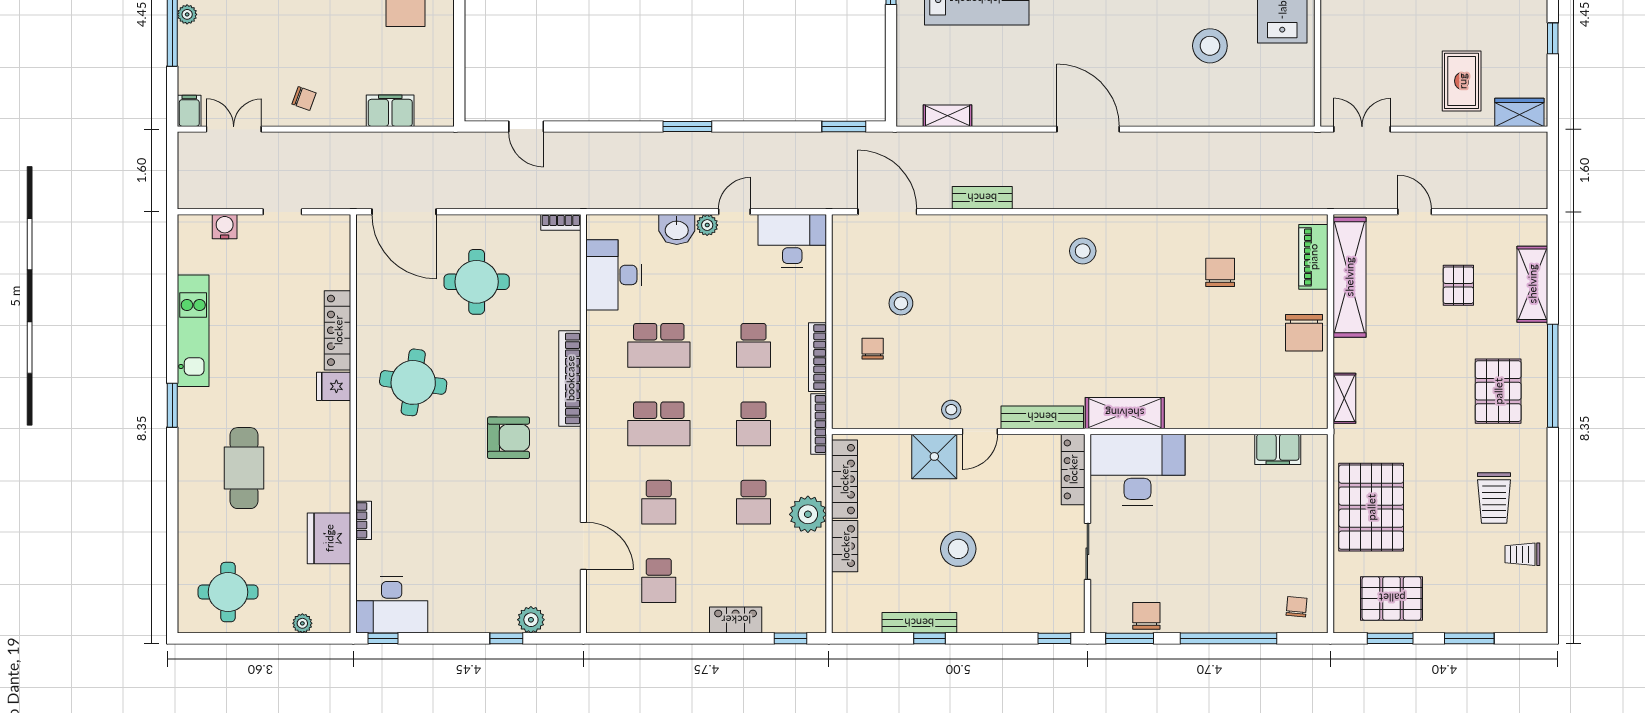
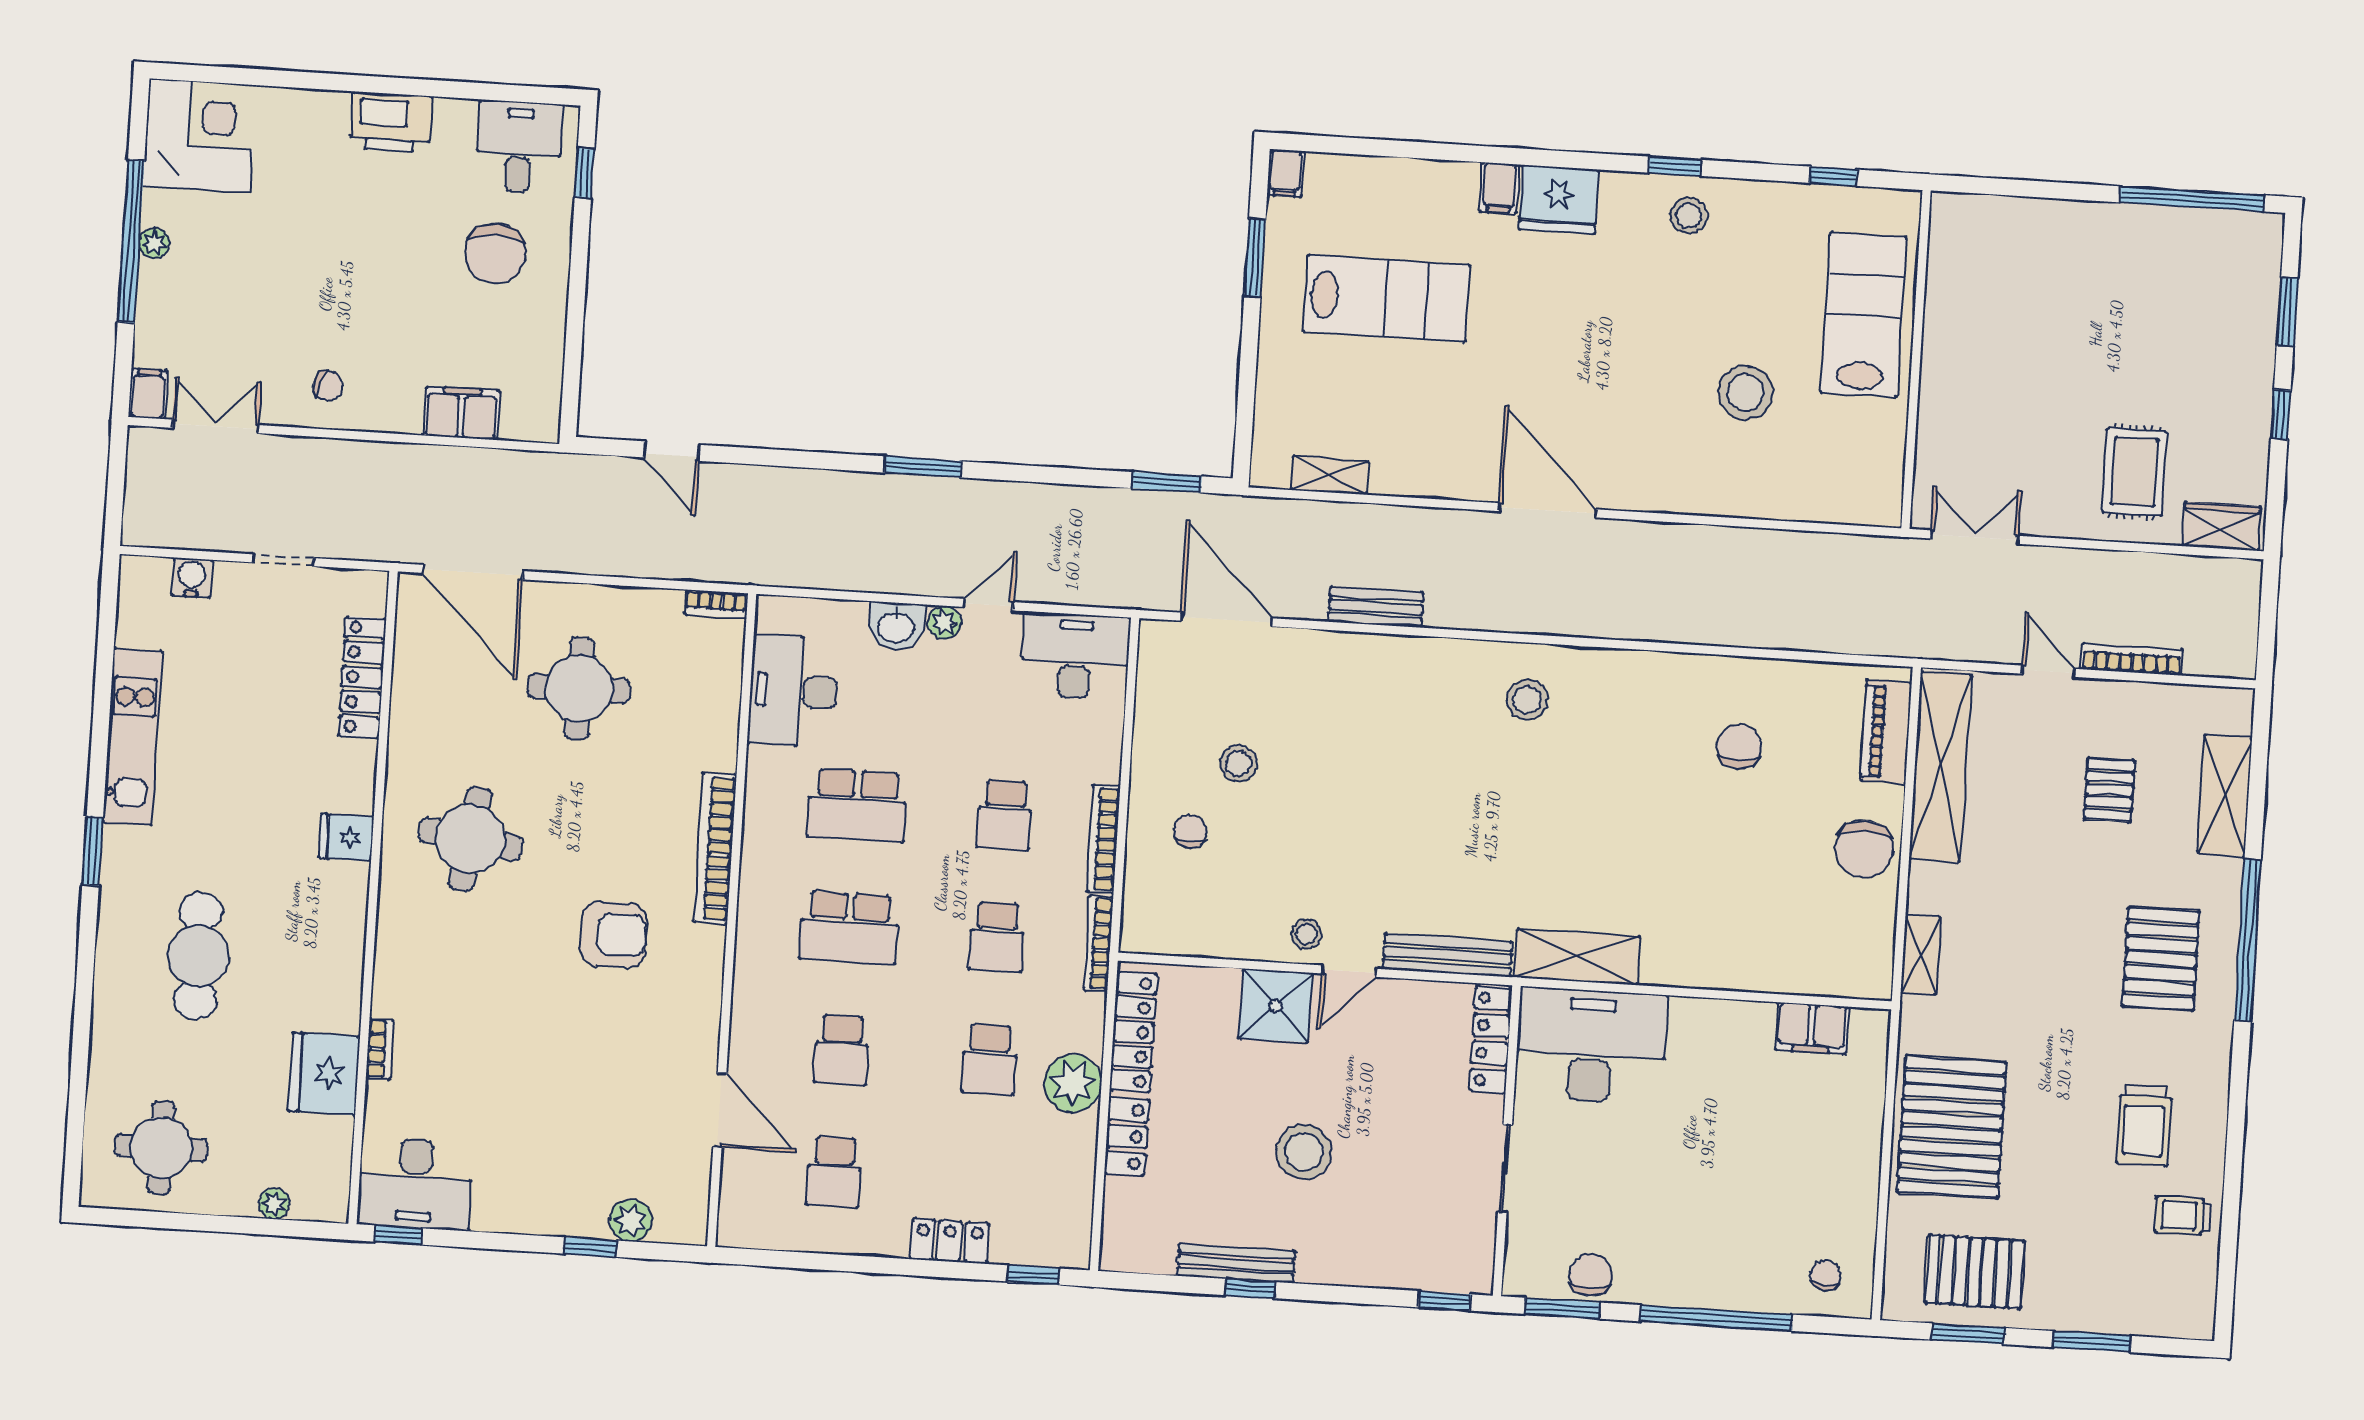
bookcase: (1467, 201) -> (2132, 659), added
locker: (338, 330) -> (362, 677), moved

